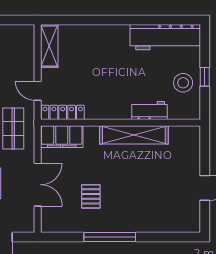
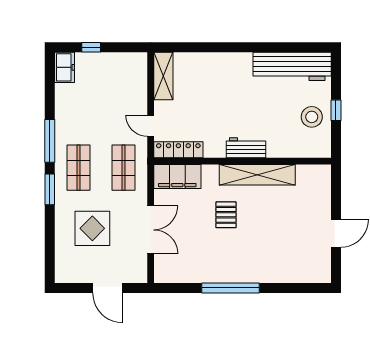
workbench: (150, 111) -> (246, 148), moved
pallet: (91, 196) -> (226, 215), moved

